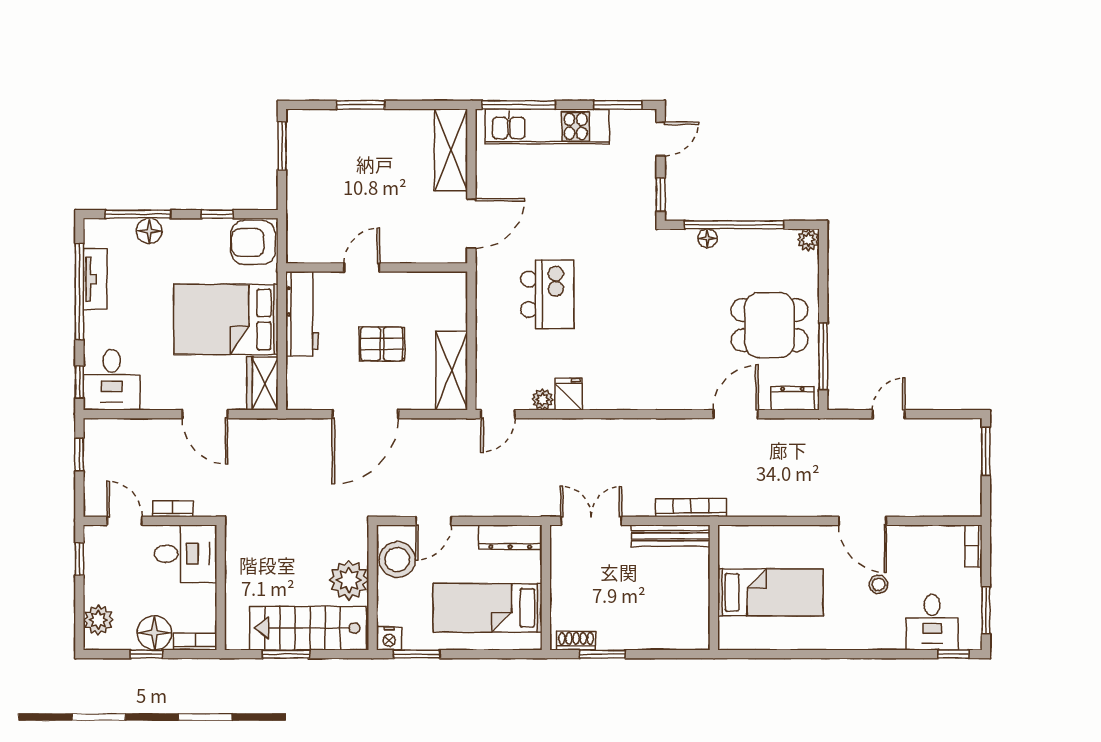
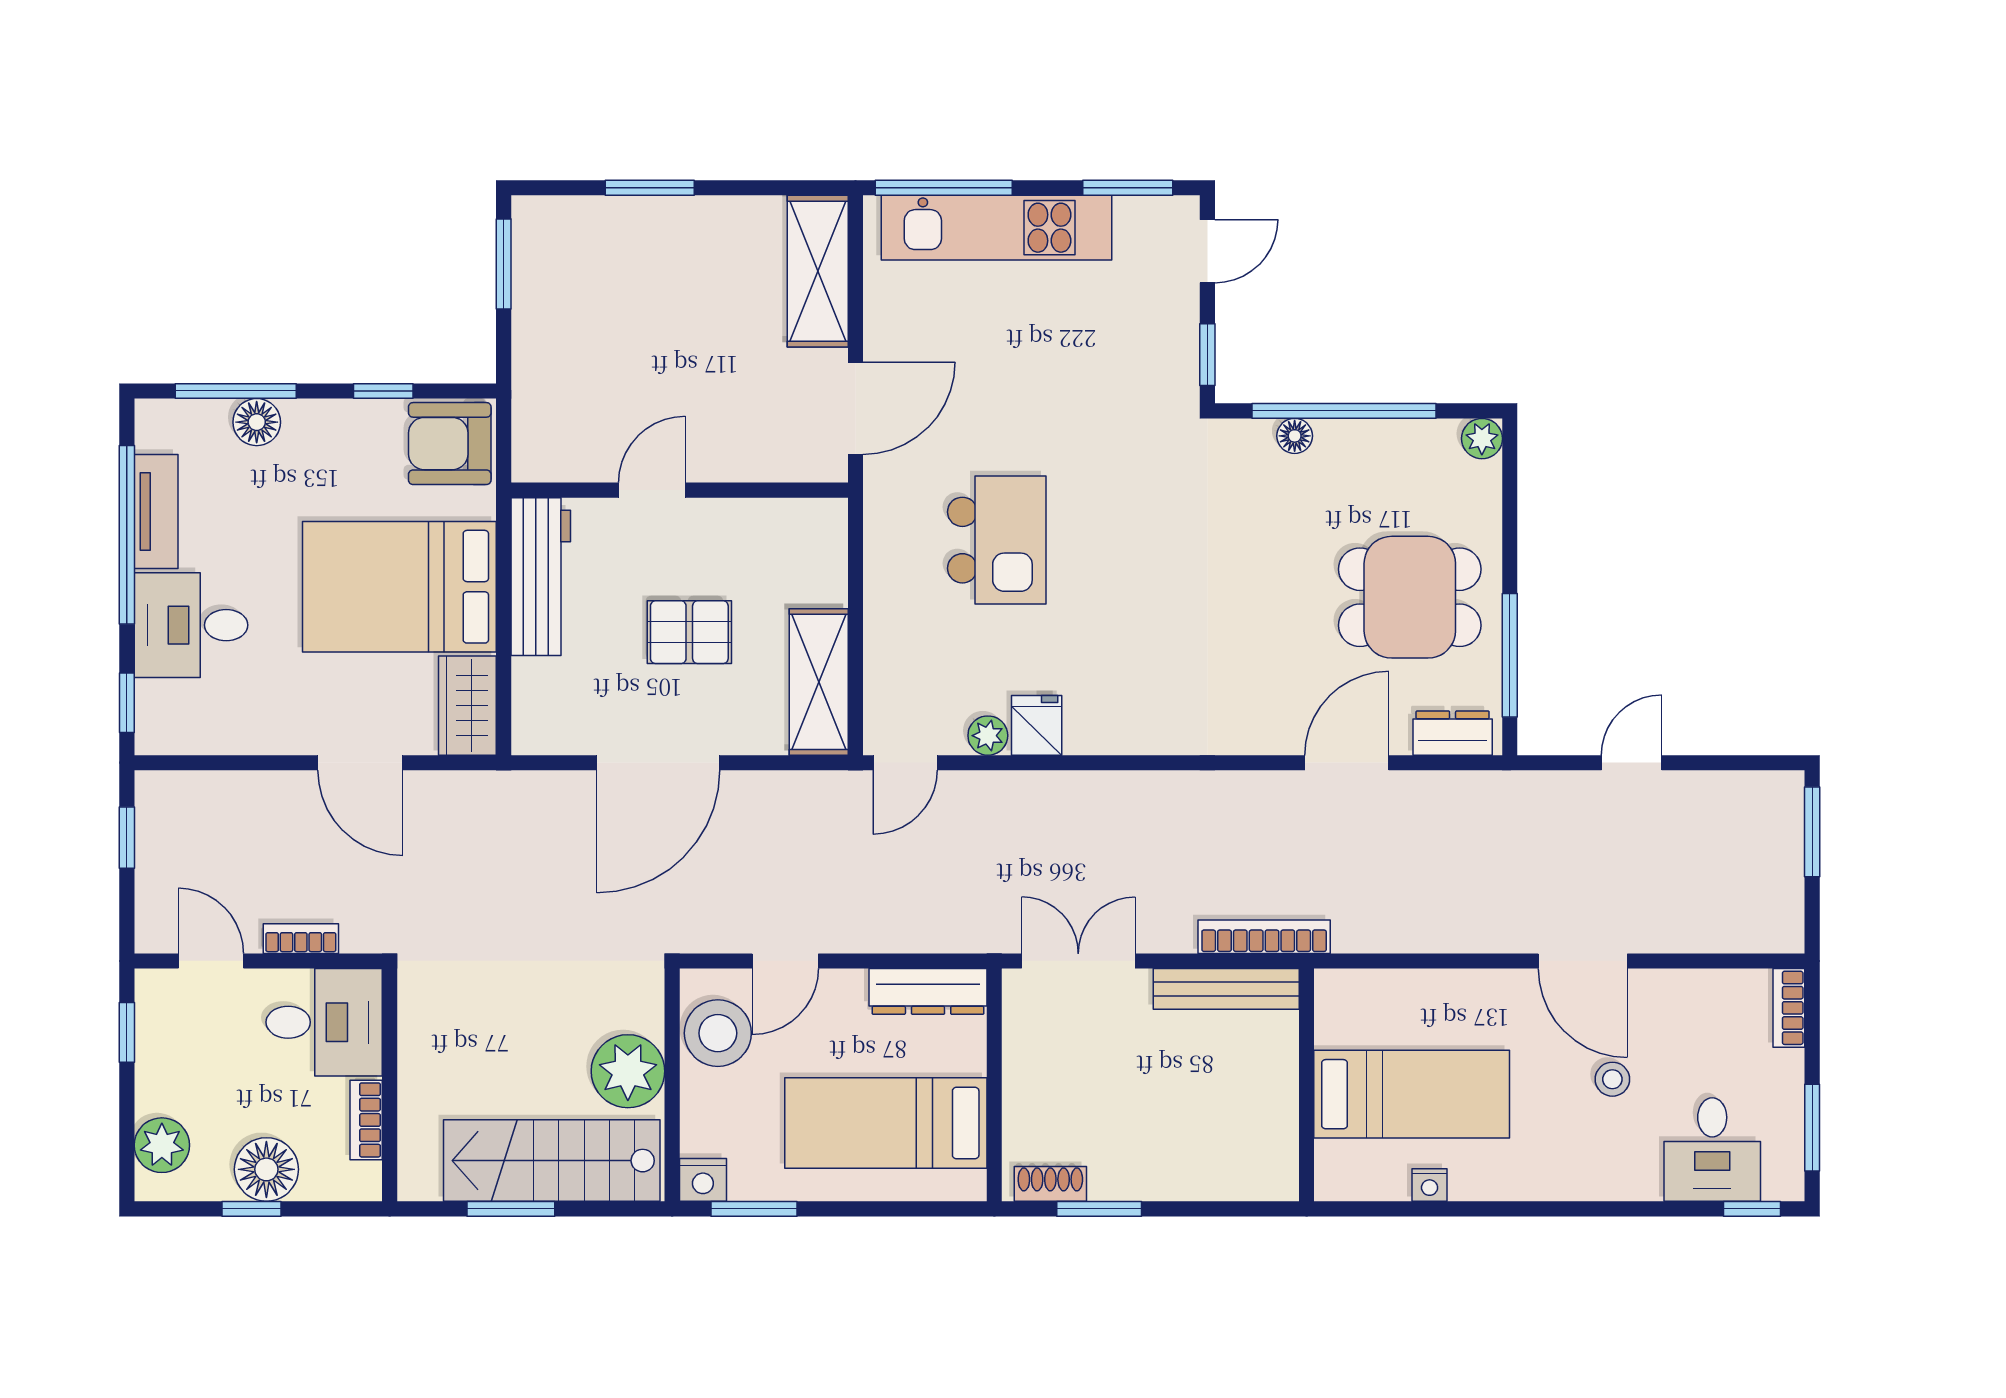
desk: (112, 380) -> (191, 625), moved, turned 90
bookcase: (195, 641) -> (366, 1120), moved, turned -90
nightstand: (780, 641) -> (1430, 1185), added

